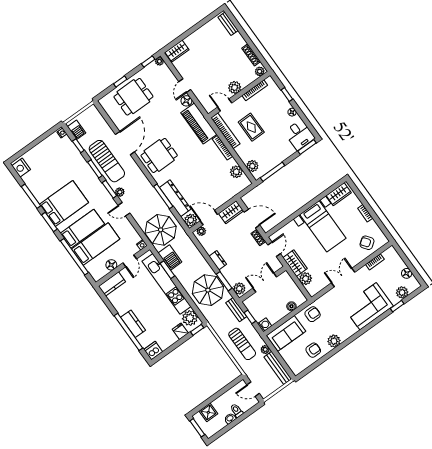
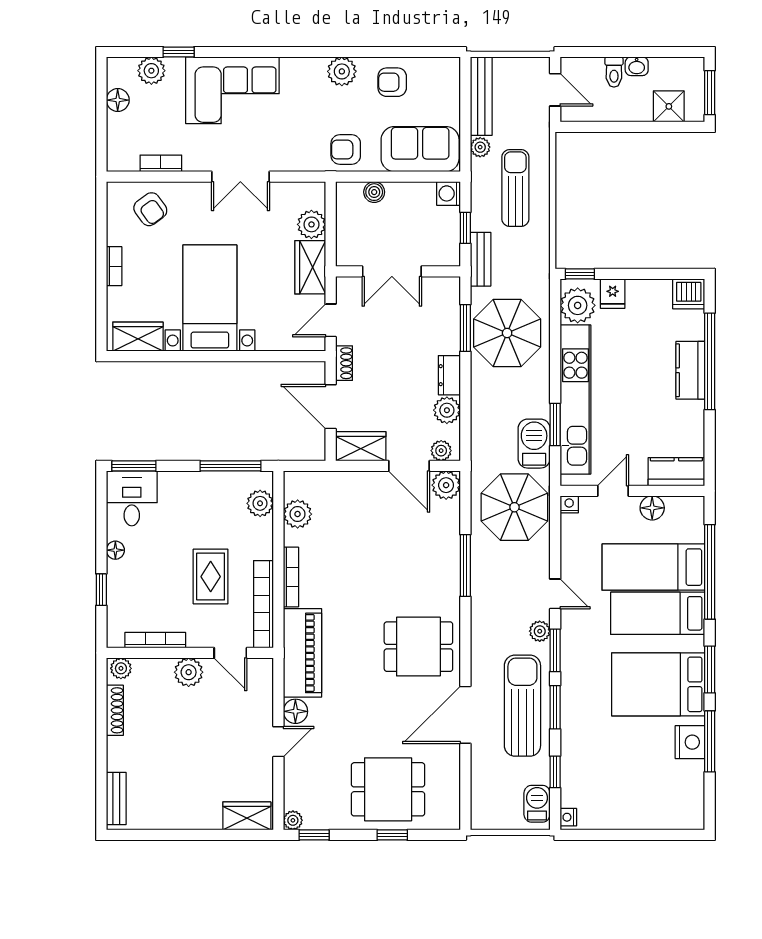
nightstand: (21, 168) -> (690, 742), moved
dresser: (175, 198) -> (446, 546), removed
plant: (239, 288) -> (447, 410), moved

